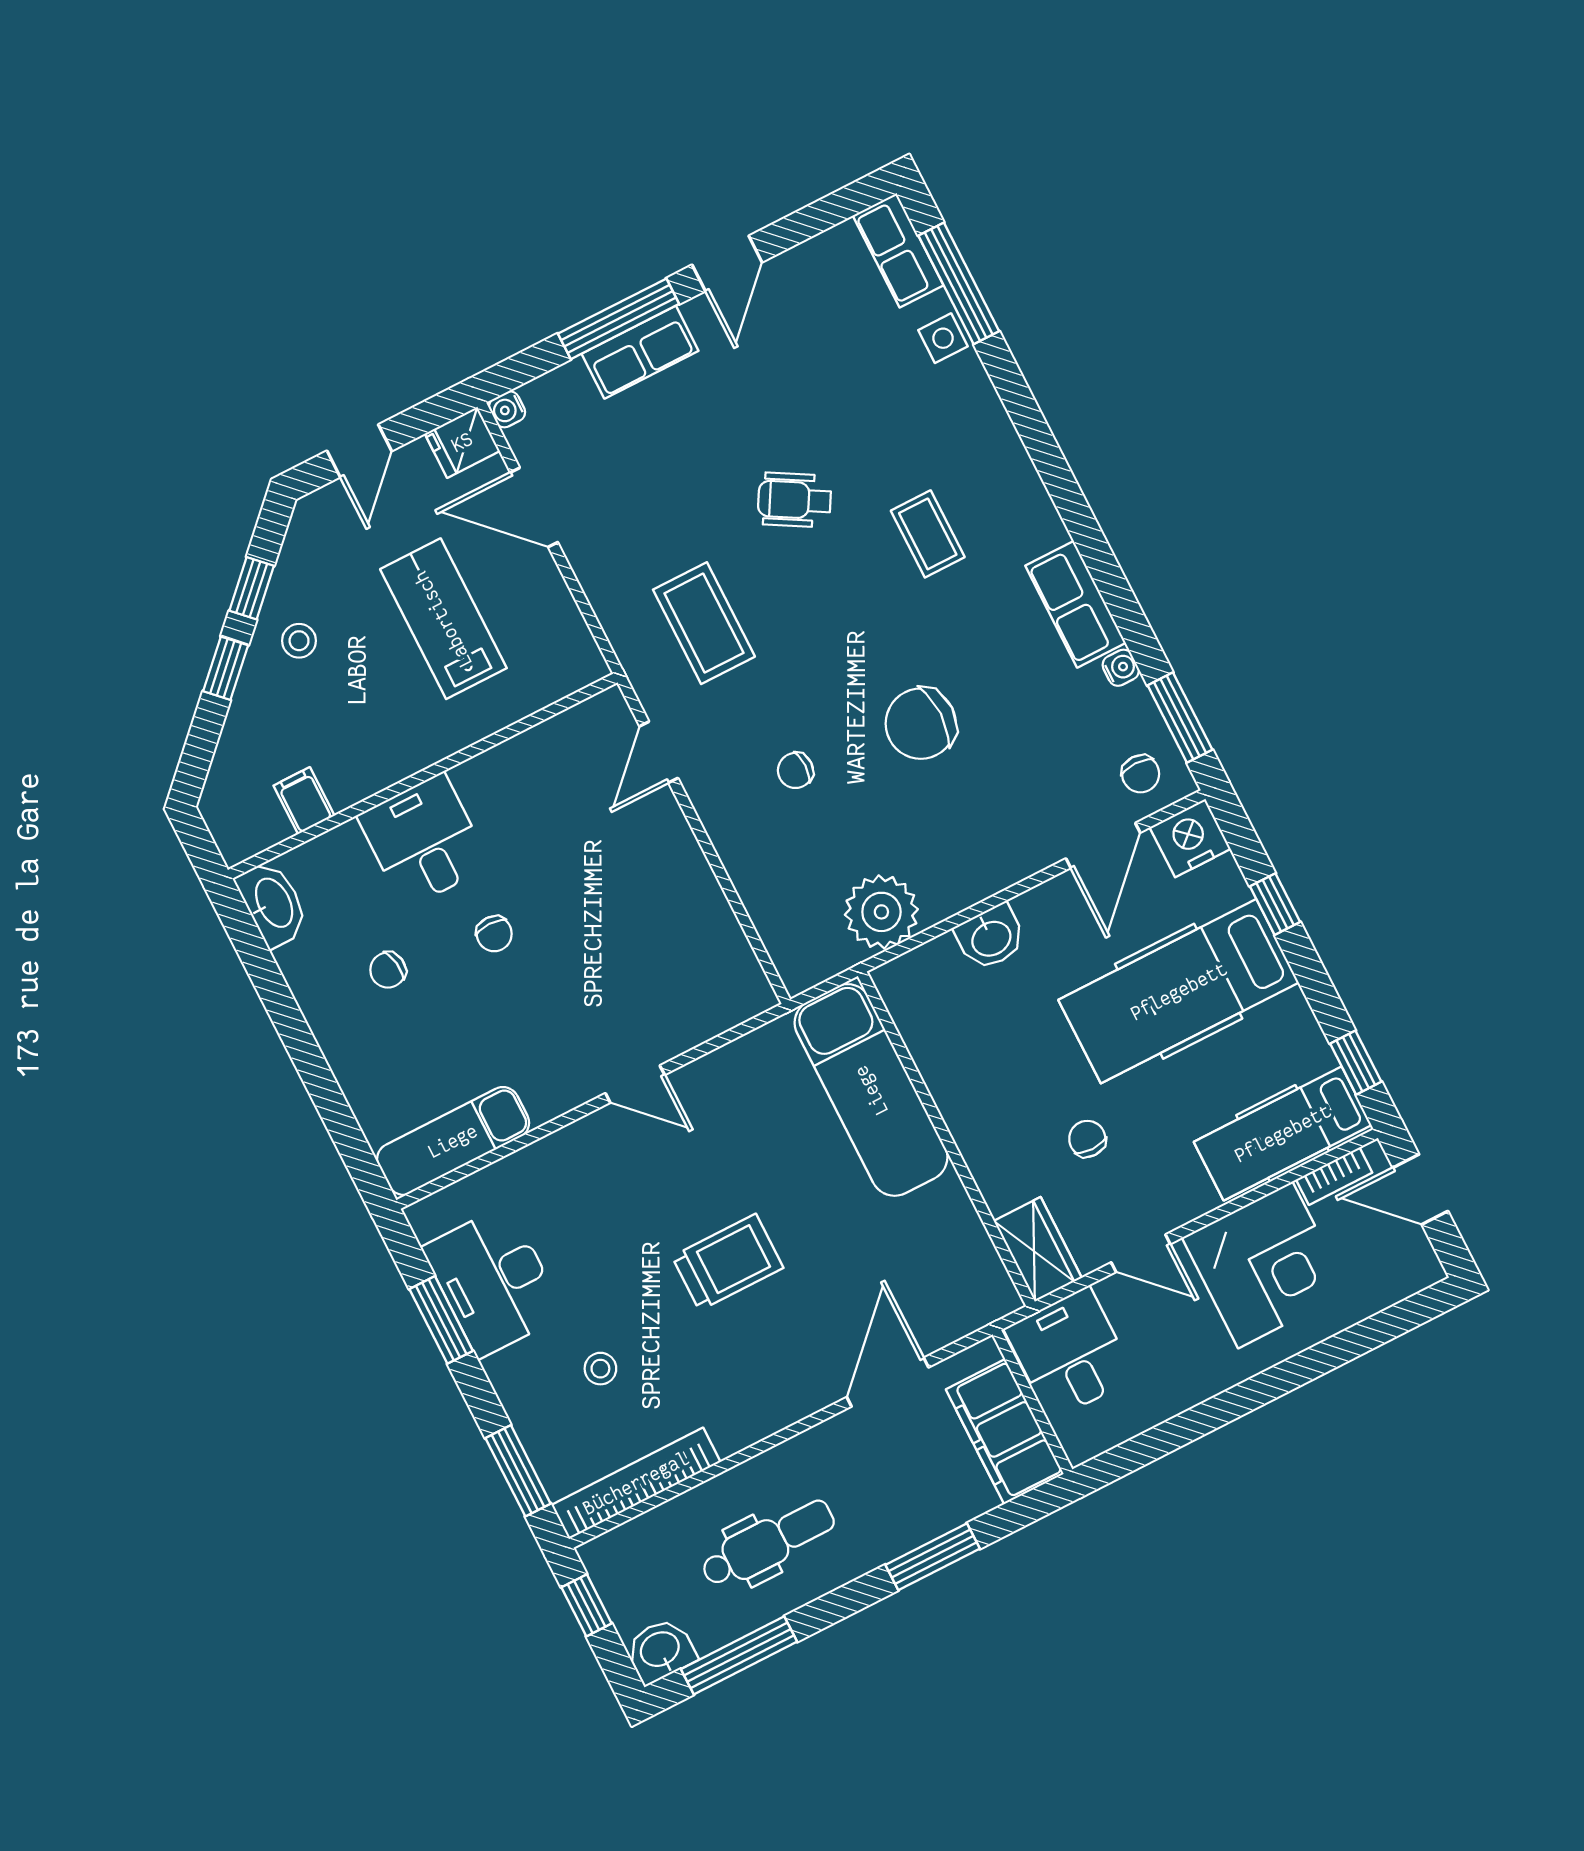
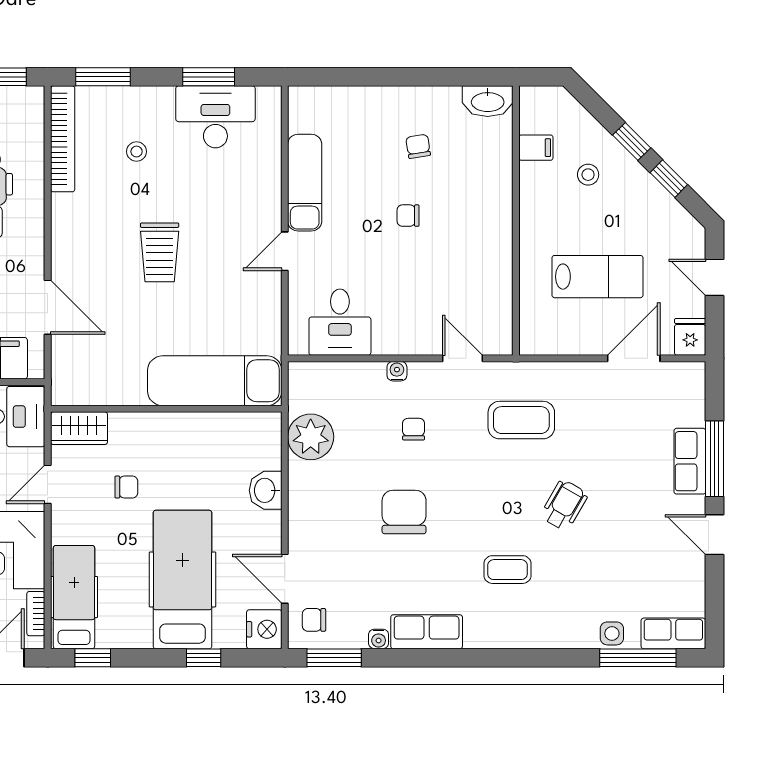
water cooler: (507, 409) -> (397, 371), moved
stool: (299, 641) -> (588, 175), moved
desk: (424, 841) -> (340, 322), moved, turned 90
exam couch: (453, 1141) -> (305, 183), moved

